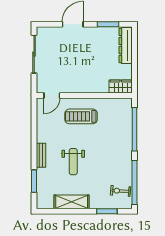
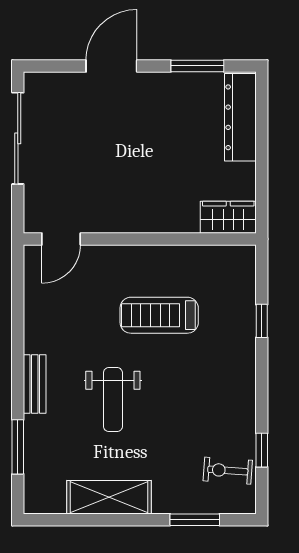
treadmill: (81, 116) -> (159, 315), moved
window: (134, 129) -> (262, 321), width x0.32
window: (134, 183) -> (262, 450), width x0.32

